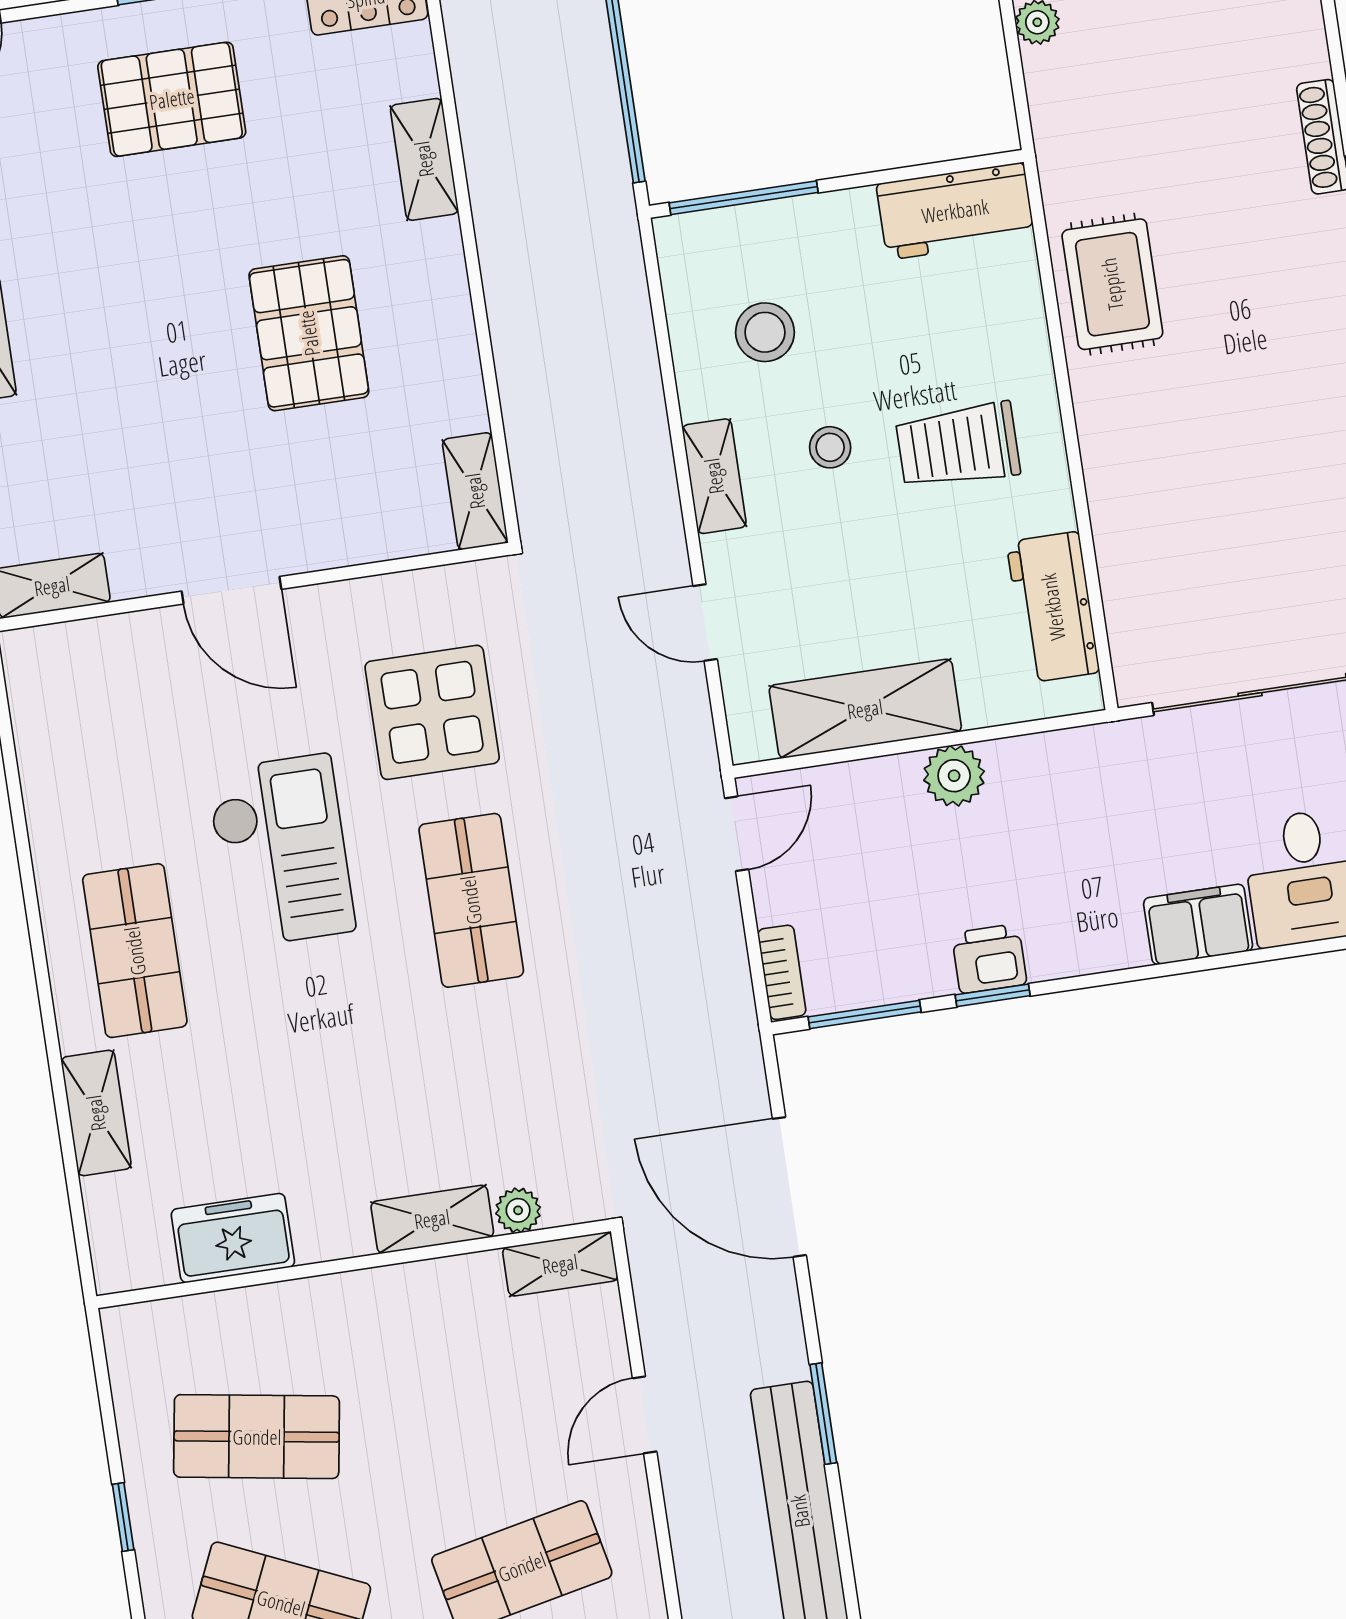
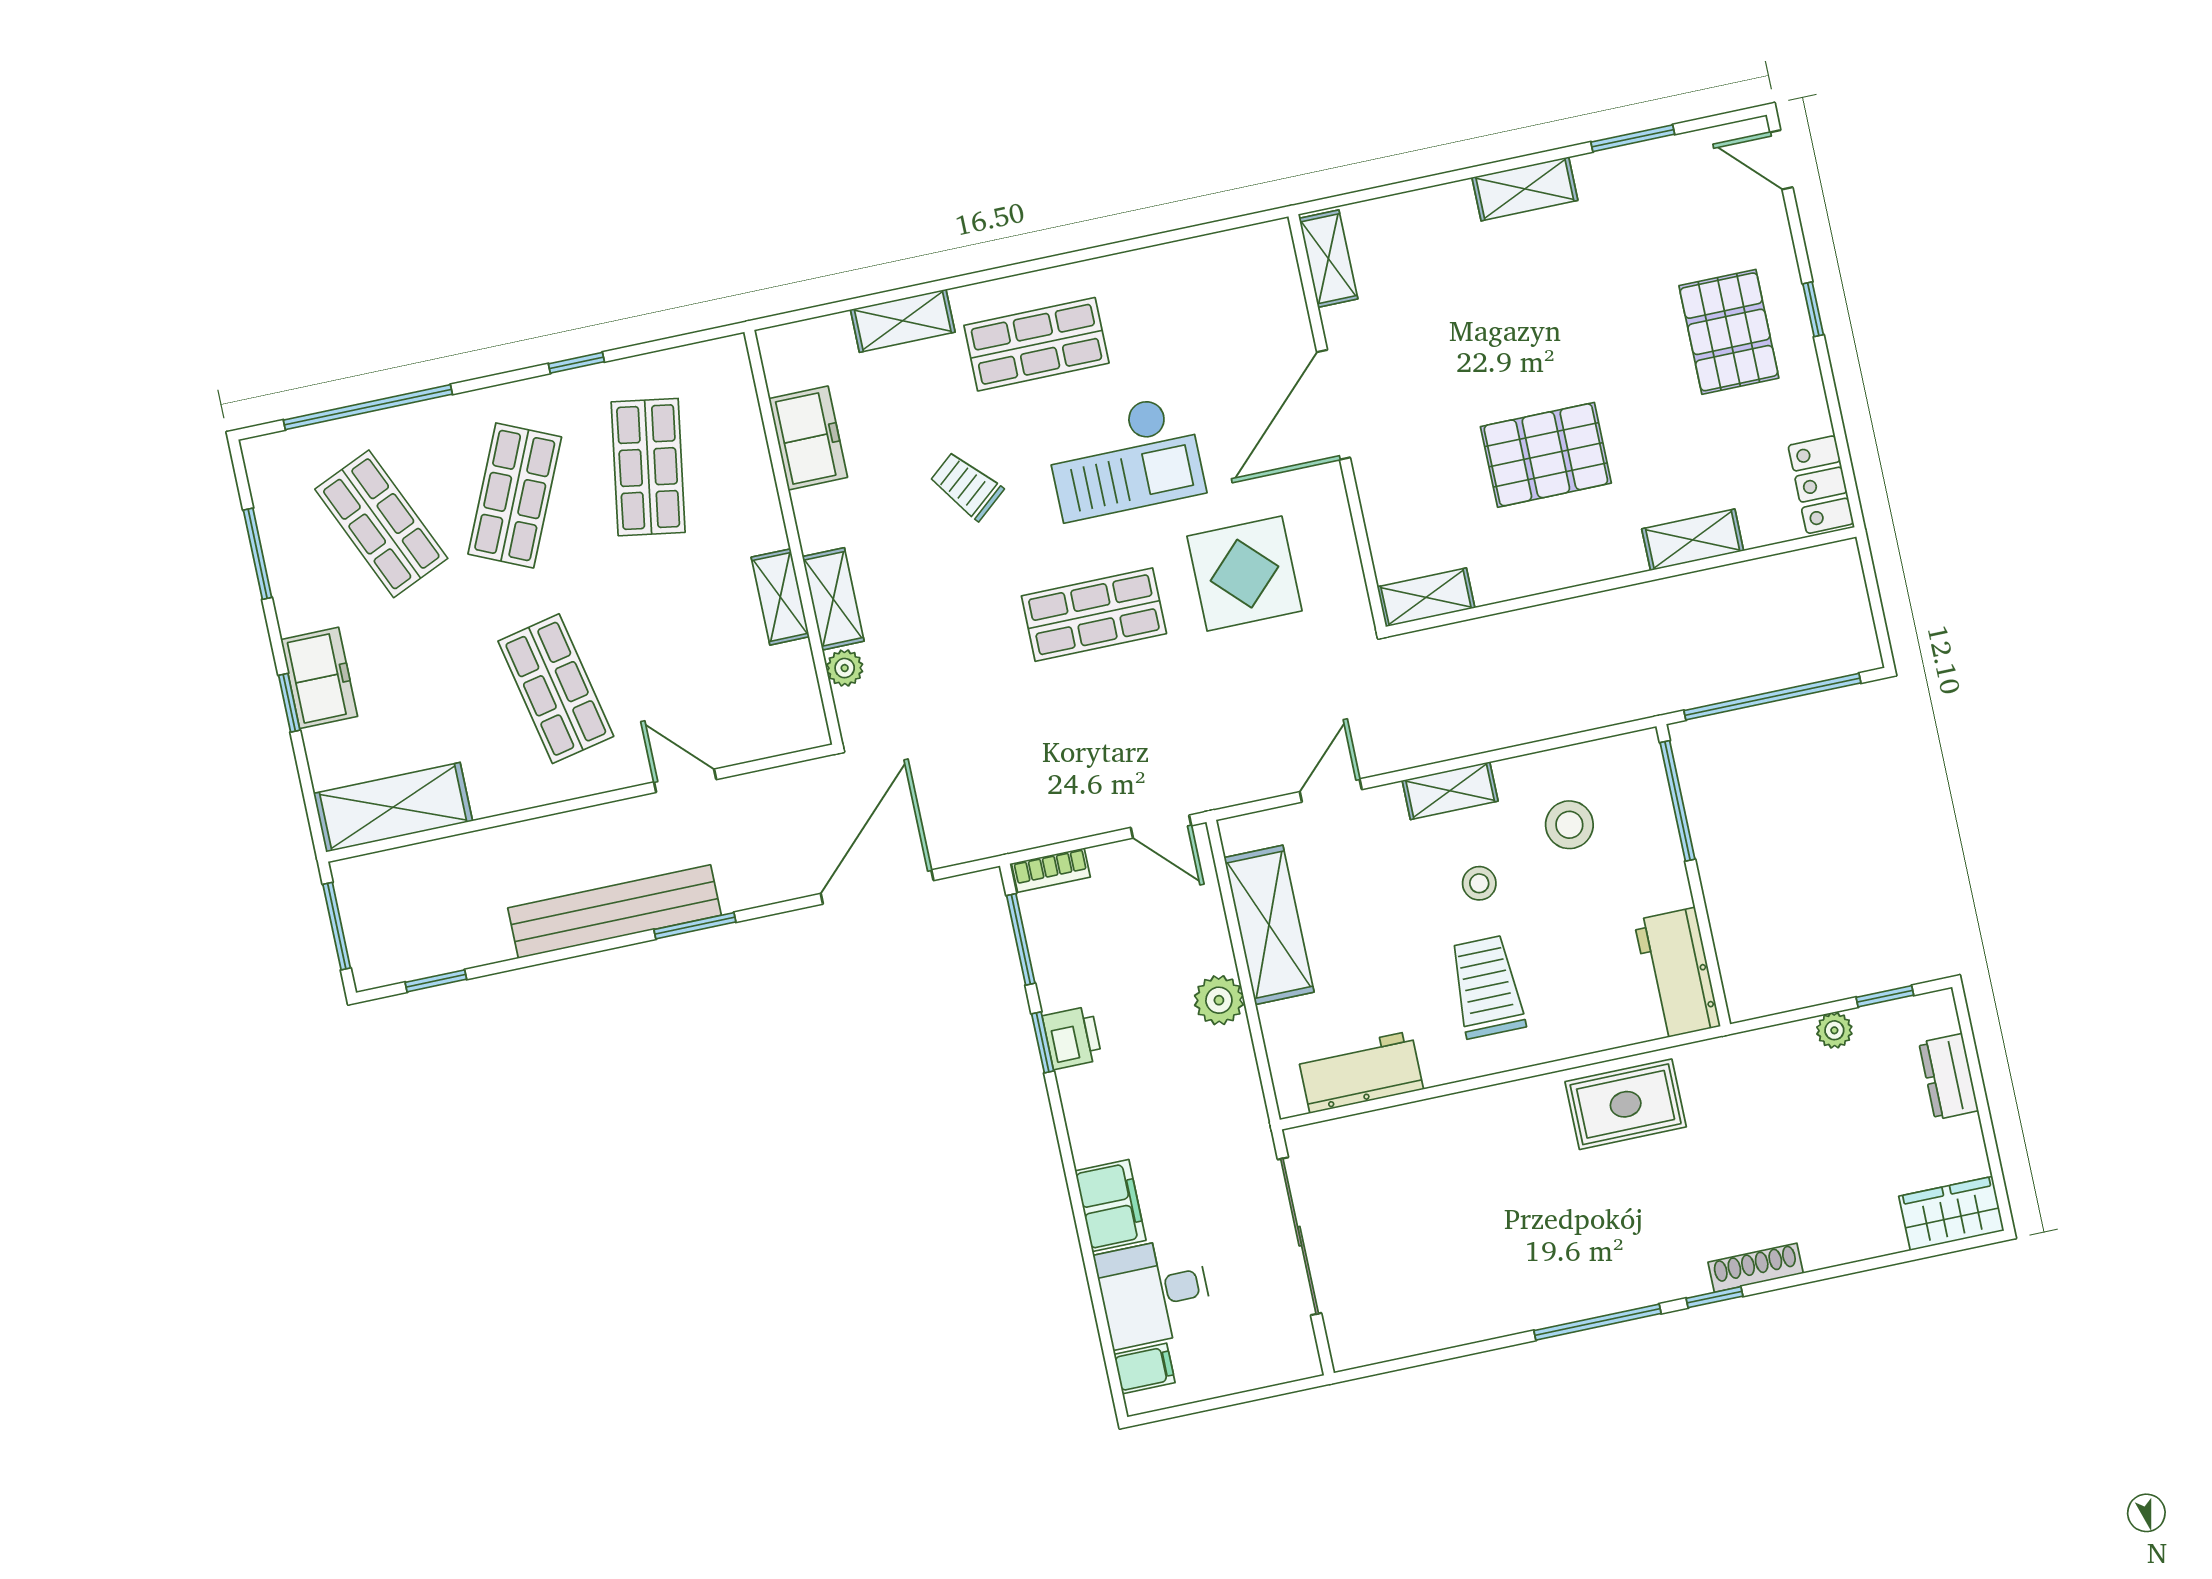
door: (232, 590) -> (1334, 405), width x1.36
trolley: (304, 1047) -> (966, 486), added
shelving: (560, 1264) -> (780, 597), moved

